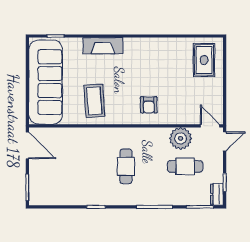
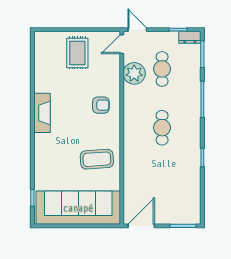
fireplace: (103, 46) -> (42, 113), moved
rug: (204, 60) -> (77, 53), moved, turned 90
cafe table: (126, 166) -> (162, 128), turned 90

